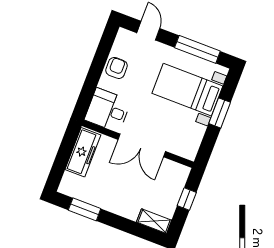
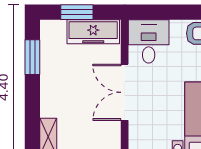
window: (62, 159) -> (77, 12), added

